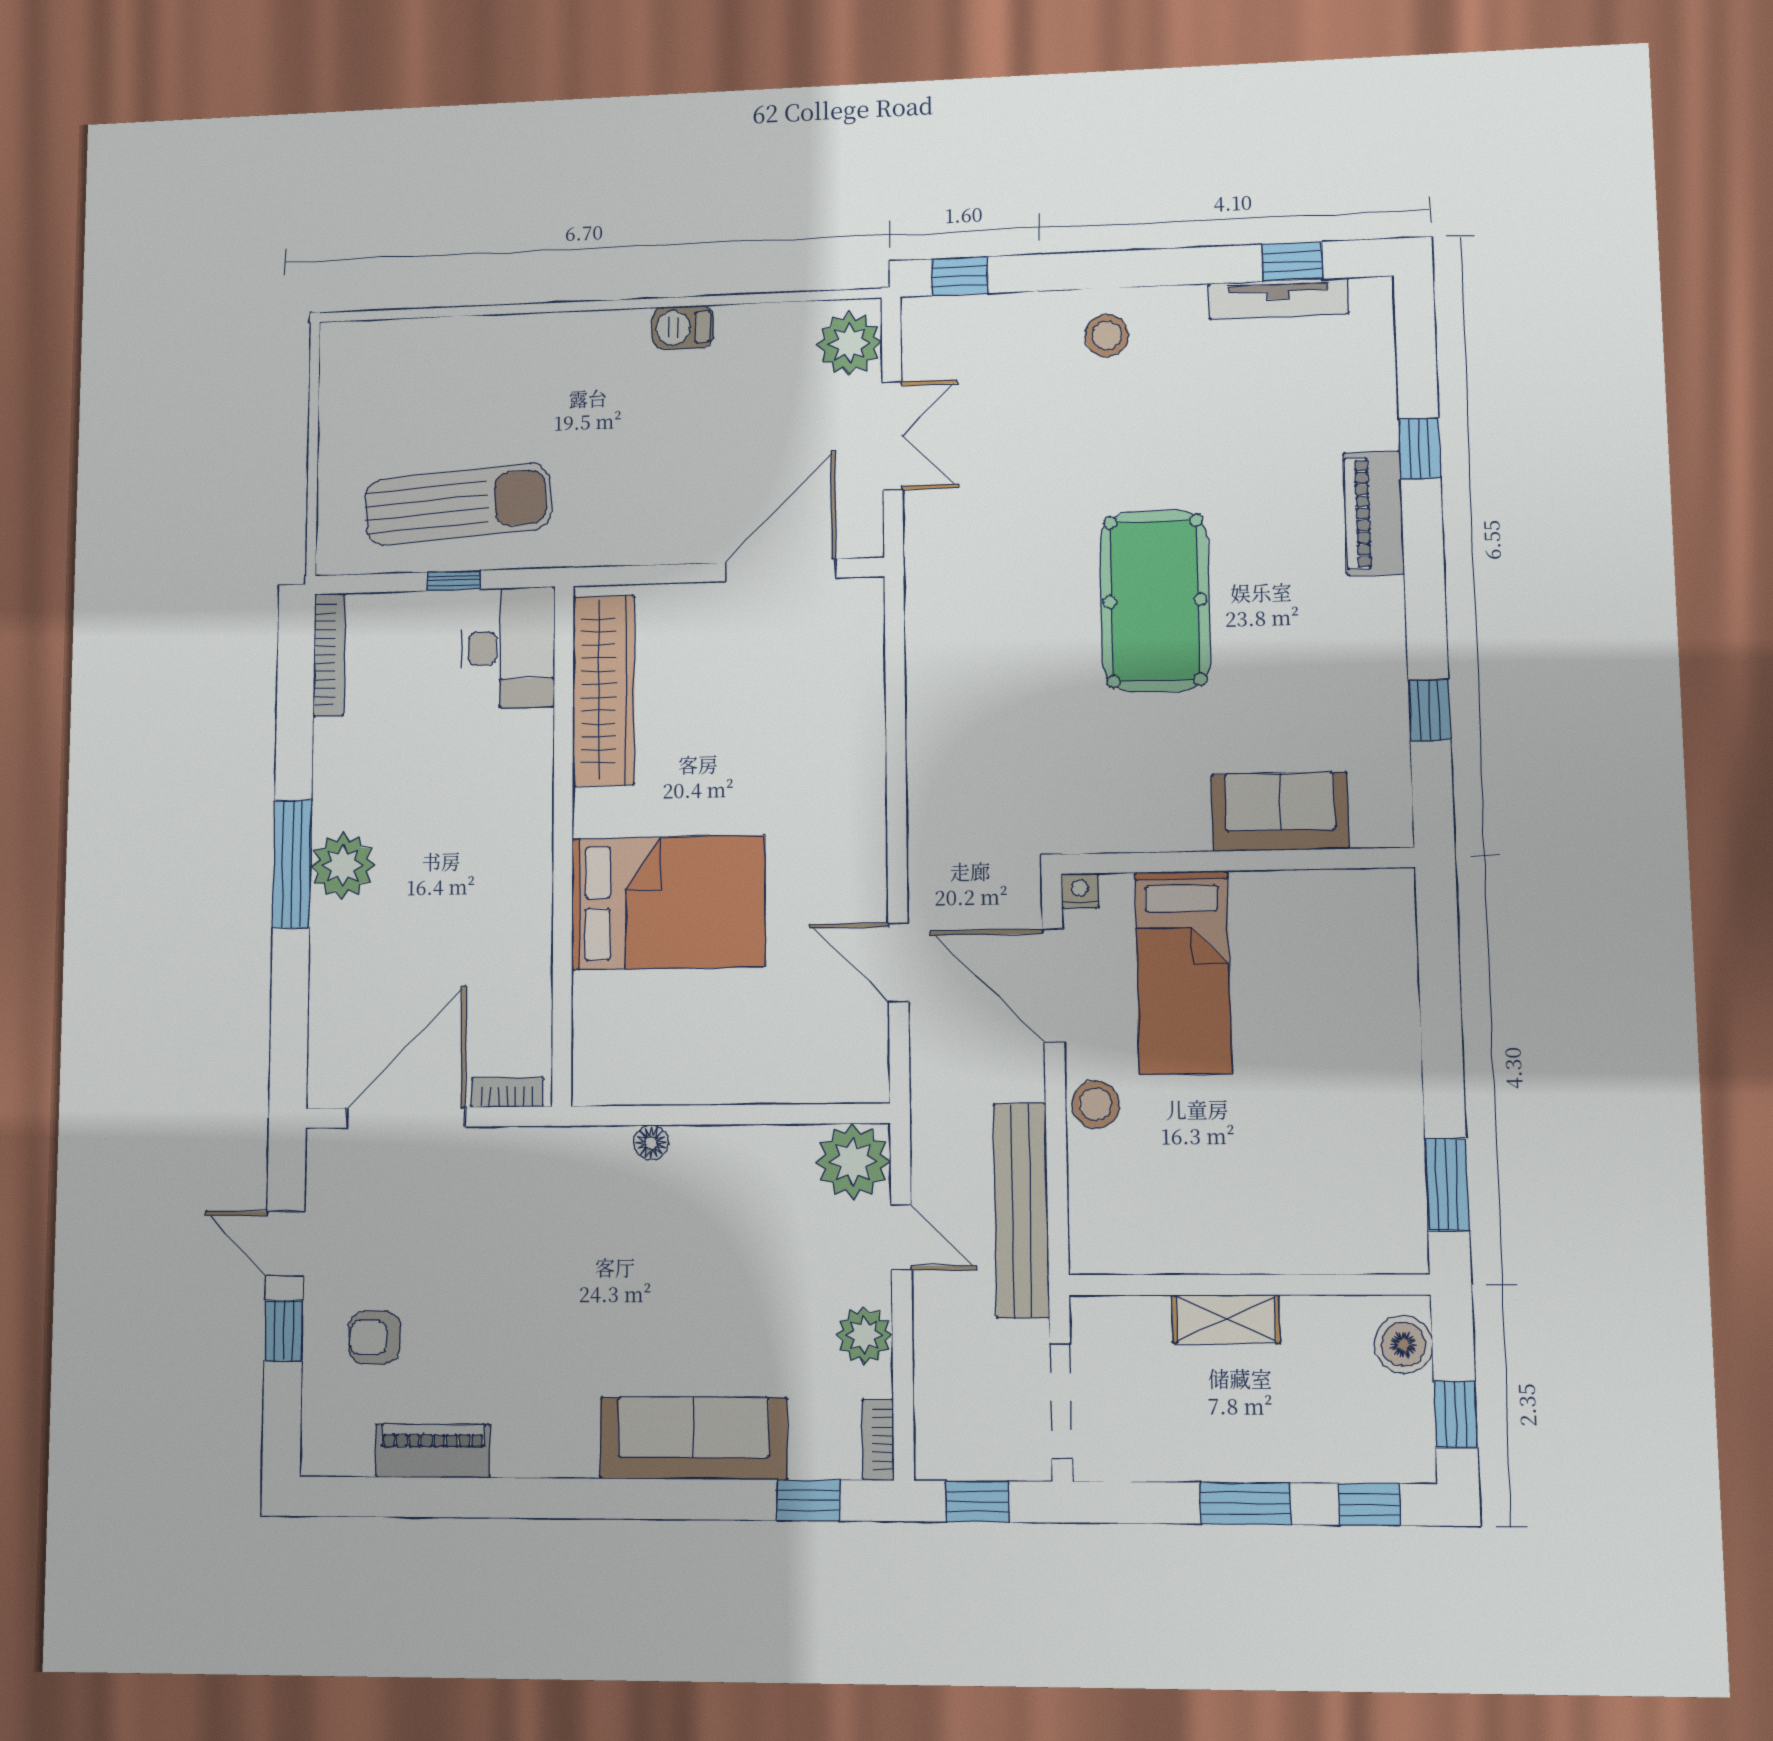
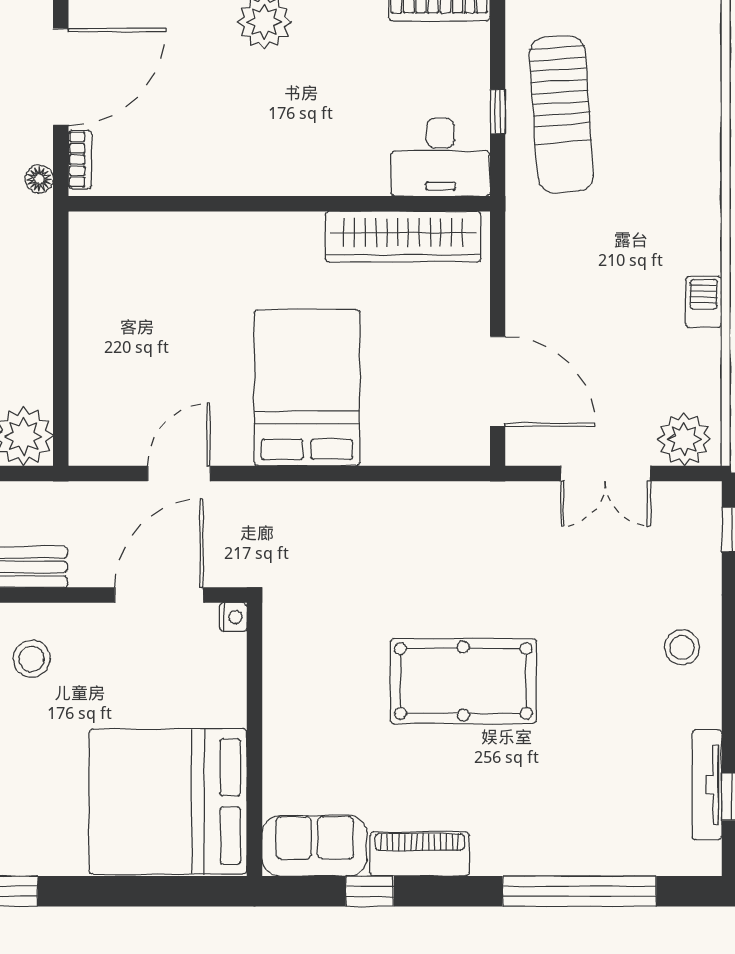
window: (1420, 449) -> (579, 891), width x3.17
piano: (1374, 513) -> (420, 854), moved
sofa: (1280, 812) -> (315, 846), moved, turned -90
bed: (668, 902) -> (307, 388), moved, turned 180
bed: (1183, 972) -> (168, 802), moved, width x2.04
stool: (1096, 1104) -> (32, 659), moved
door: (406, 1117) -> (61, 77), hinge flipped
floor lamp: (651, 1143) -> (39, 179), moved

